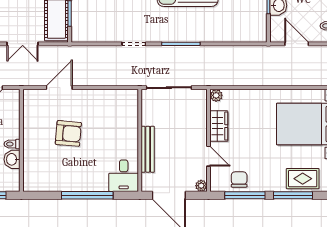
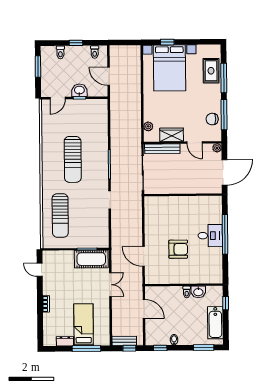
door: (297, 44) -> (109, 76), hinge flipped
plant: (216, 95) -> (148, 126), moved
armchair: (68, 133) -> (178, 249), turned 85
bench: (148, 149) -> (162, 149), moved
door: (208, 156) -> (195, 142), swing flipped
desk: (124, 176) -> (210, 236), moved

